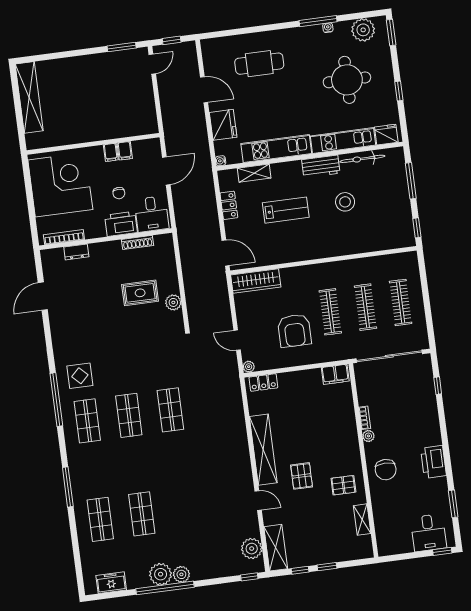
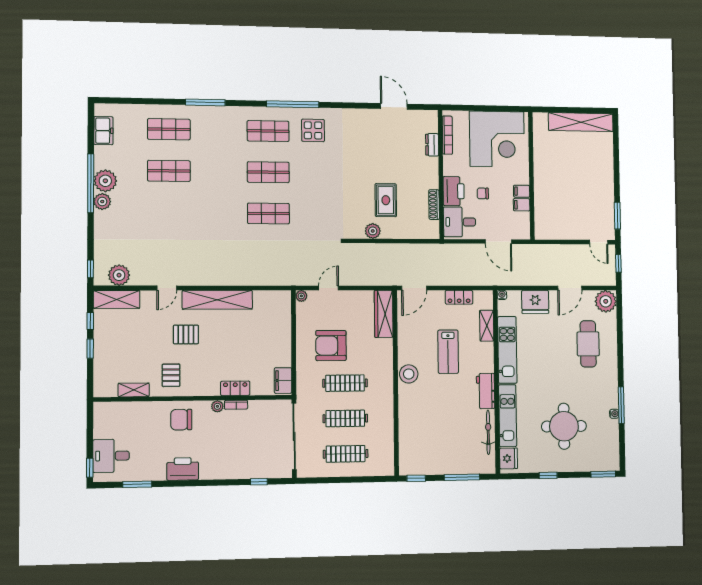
plant: (363, 30) -> (606, 301), moved
stool: (345, 202) -> (409, 374), moved
locker: (263, 382) -> (235, 388), moved, turned 90

